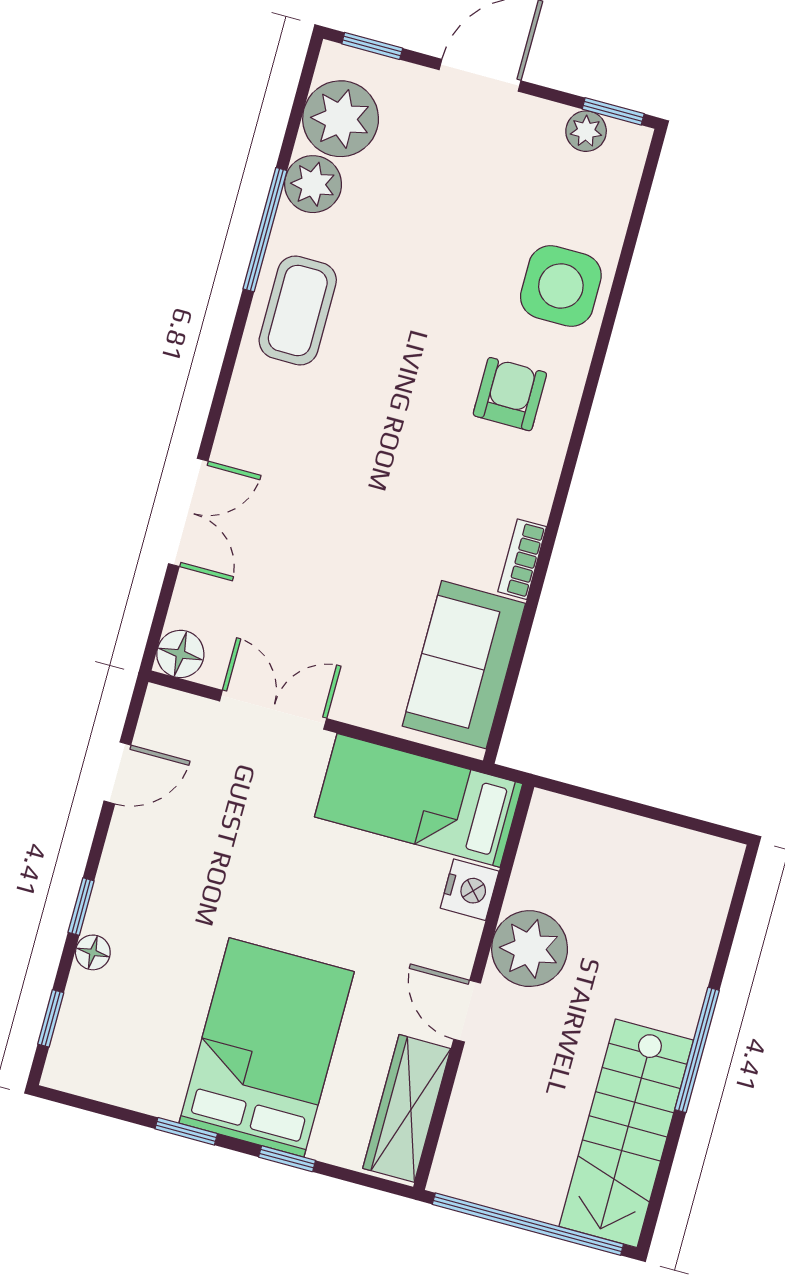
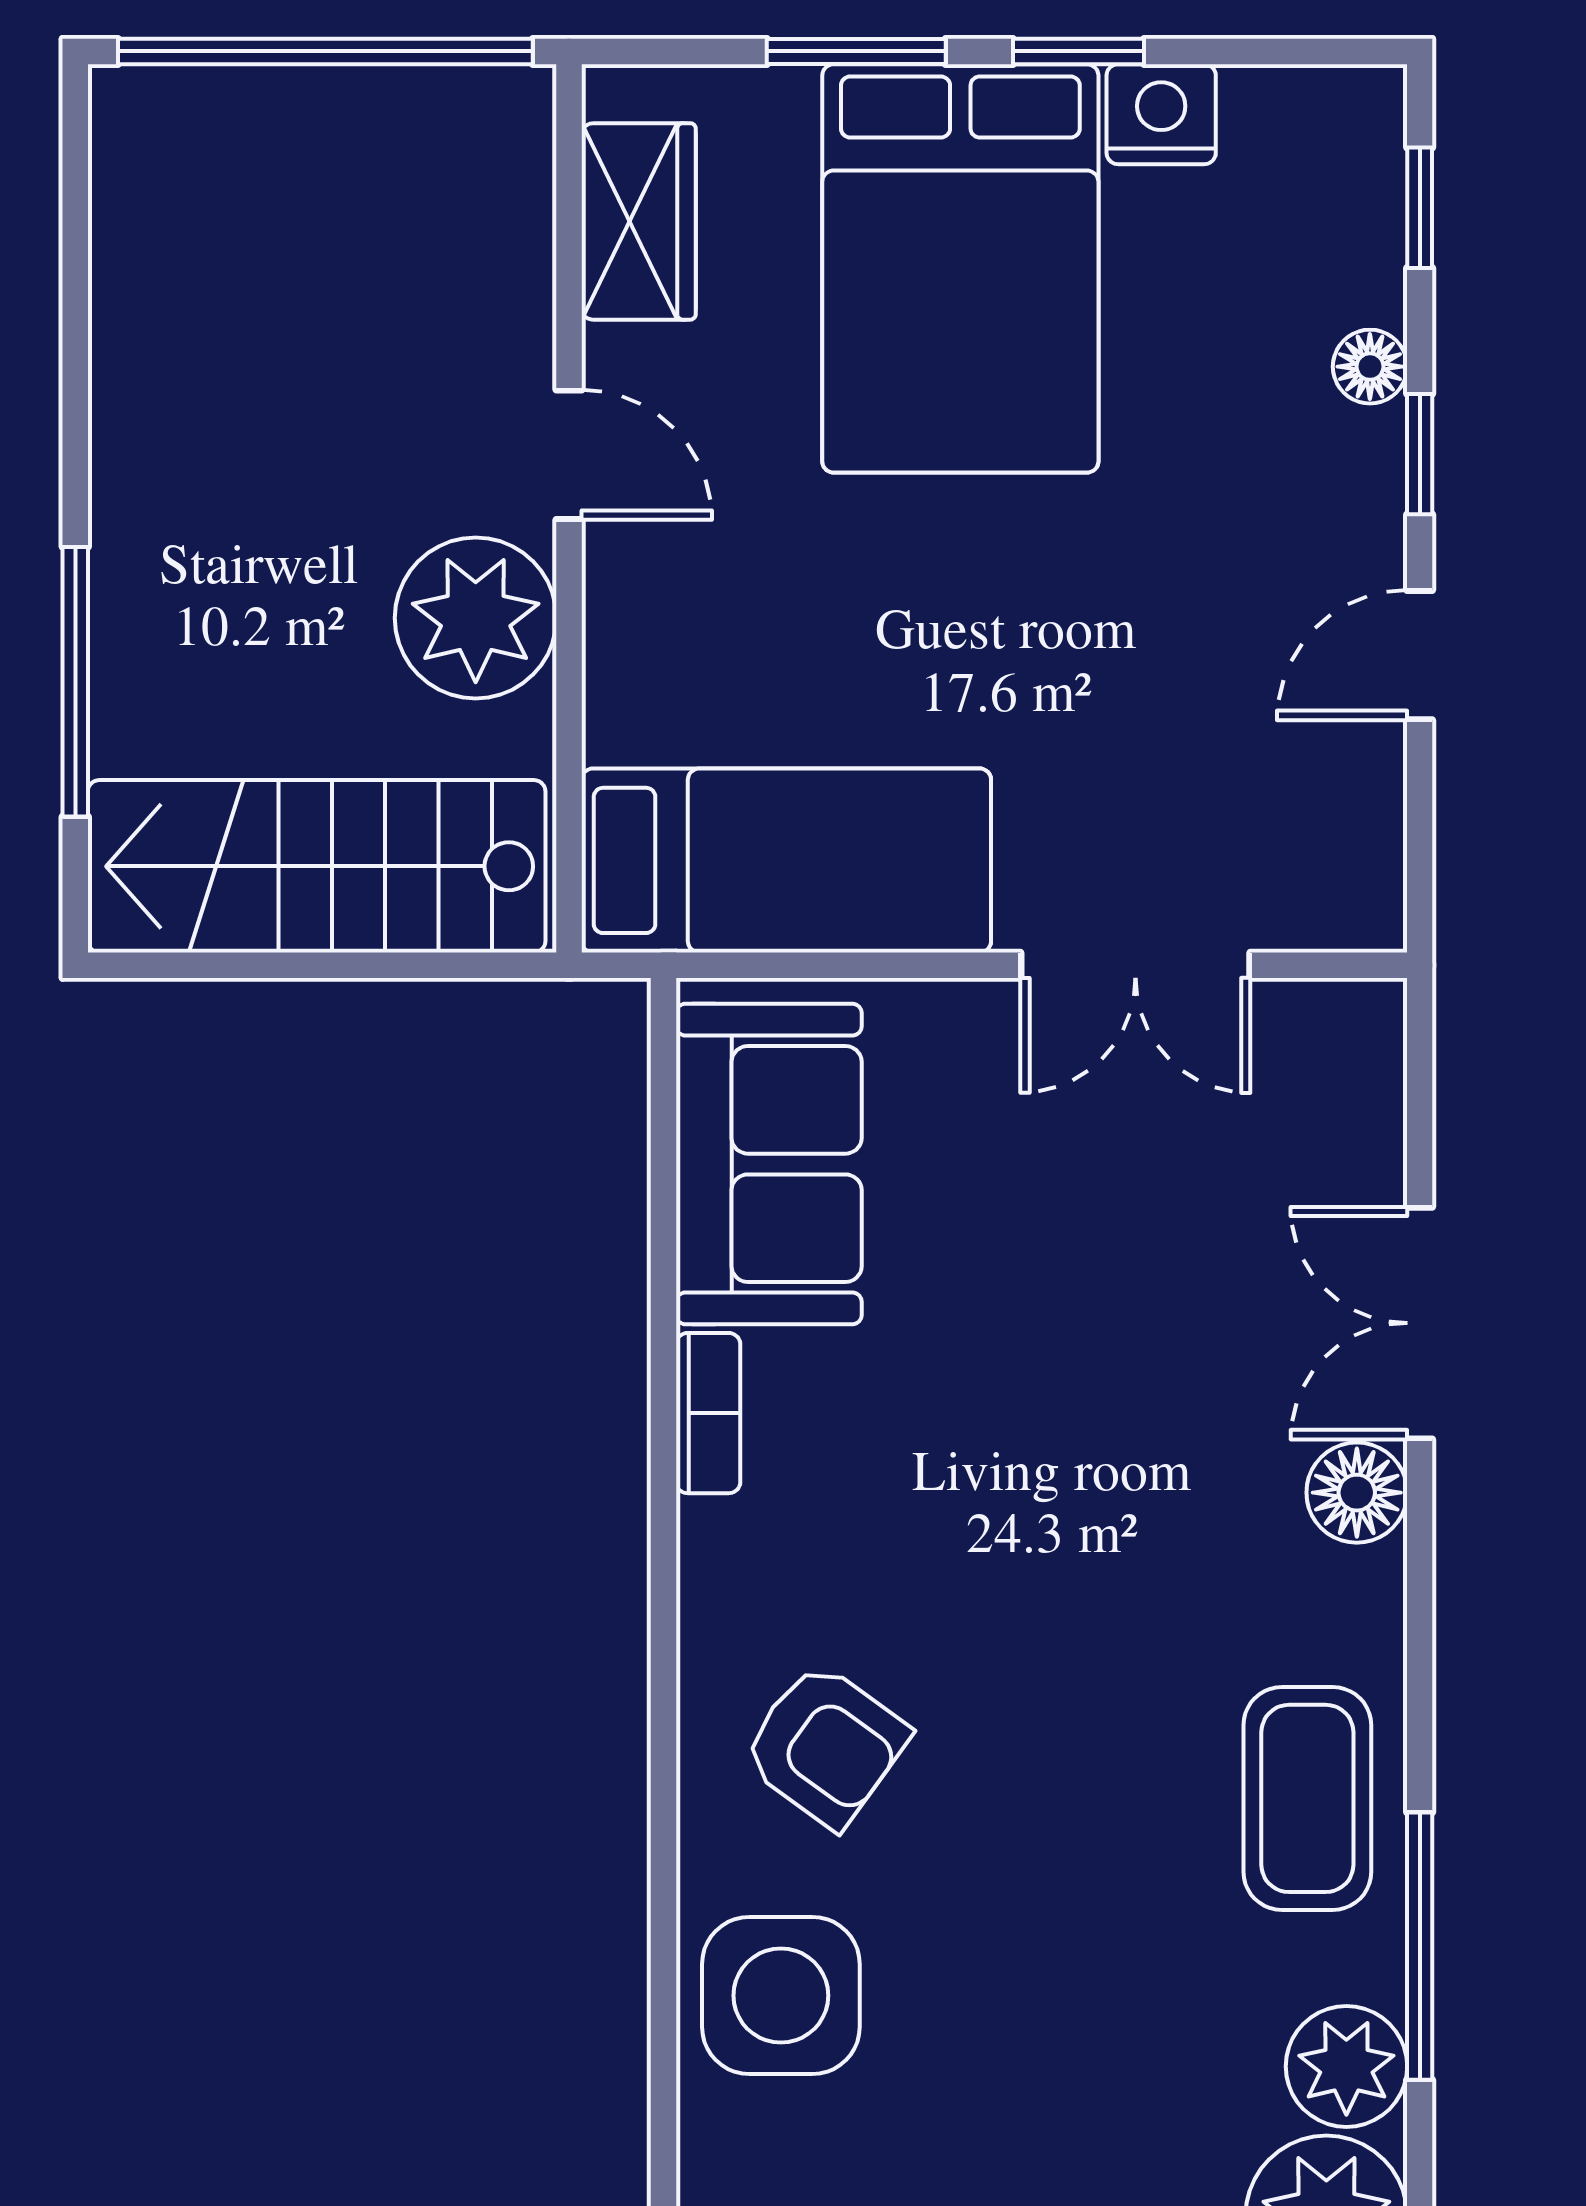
armchair: (510, 394) -> (825, 1745), turned -54
floor lamp: (180, 654) -> (1357, 1493), moved
door: (117, 773) -> (1420, 655), moved
nightstand: (470, 890) -> (1161, 114), moved, turned 90
window: (697, 1050) -> (75, 682), moved
wardrobe: (407, 1108) -> (639, 221), width x0.67
stairs: (626, 1133) -> (317, 866), moved, turned -90
window: (287, 1159) -> (856, 51), width x1.50

